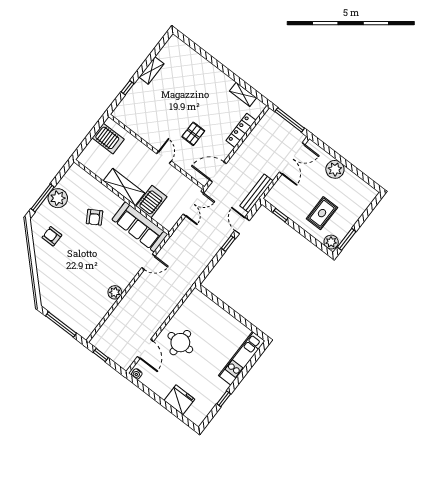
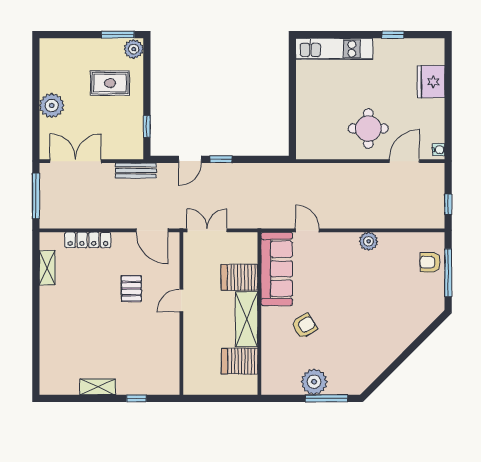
pallet: (193, 134) -> (131, 289), turned 90
server rack: (108, 139) -> (240, 361), moved, turned -90
bench: (256, 193) -> (136, 170), width x0.73
armchair: (52, 236) -> (430, 262), moved, turned 90

